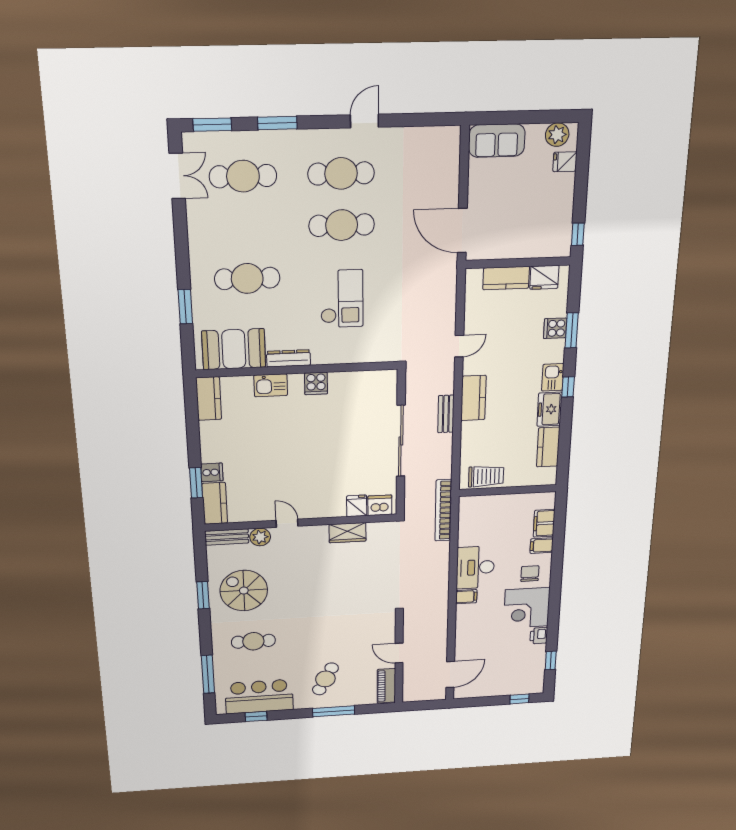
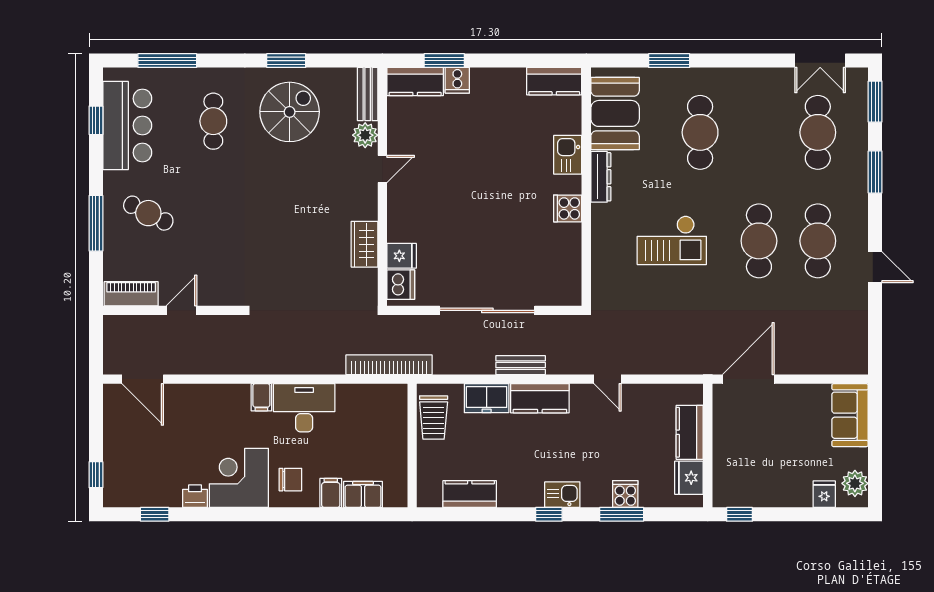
freezer: (550, 409) -> (487, 398), moved, turned 180

